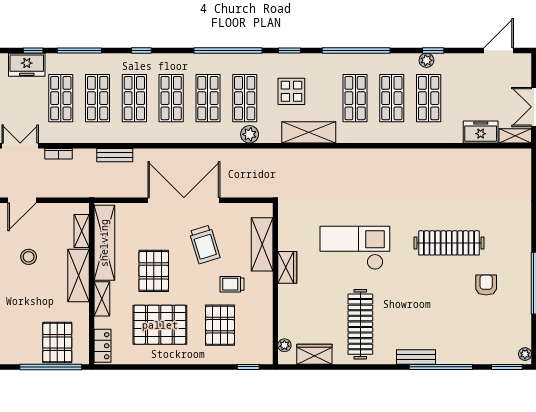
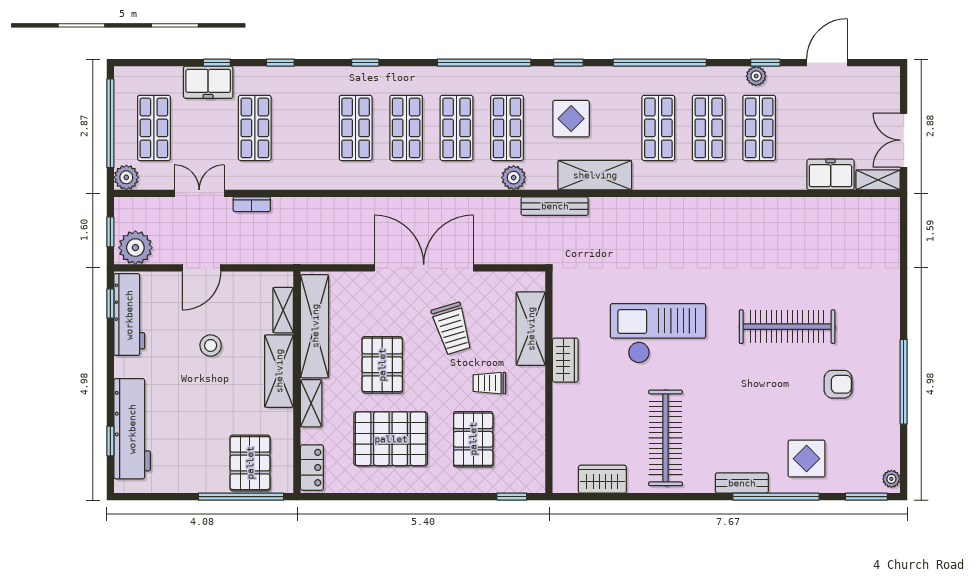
window: (79, 50) -> (280, 63), width x0.46
door: (499, 50) -> (827, 63), moved
shop shelf: (98, 98) -> (305, 128), removed
bench: (115, 155) -> (555, 206), moved, width x1.36
armchair: (486, 285) -> (838, 384), turned 90
display table: (463, 339) -> (807, 459), added
plant: (284, 345) -> (561, 467), removed

